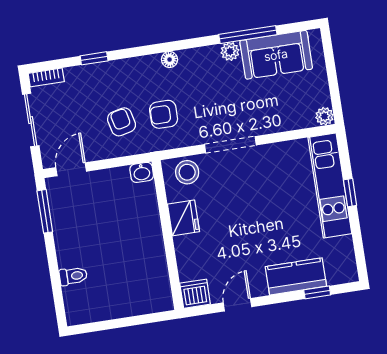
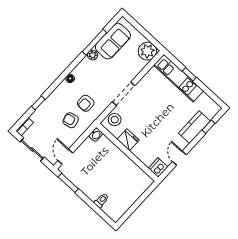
plant: (324, 116) -> (147, 51), width x1.87, depth x1.87

